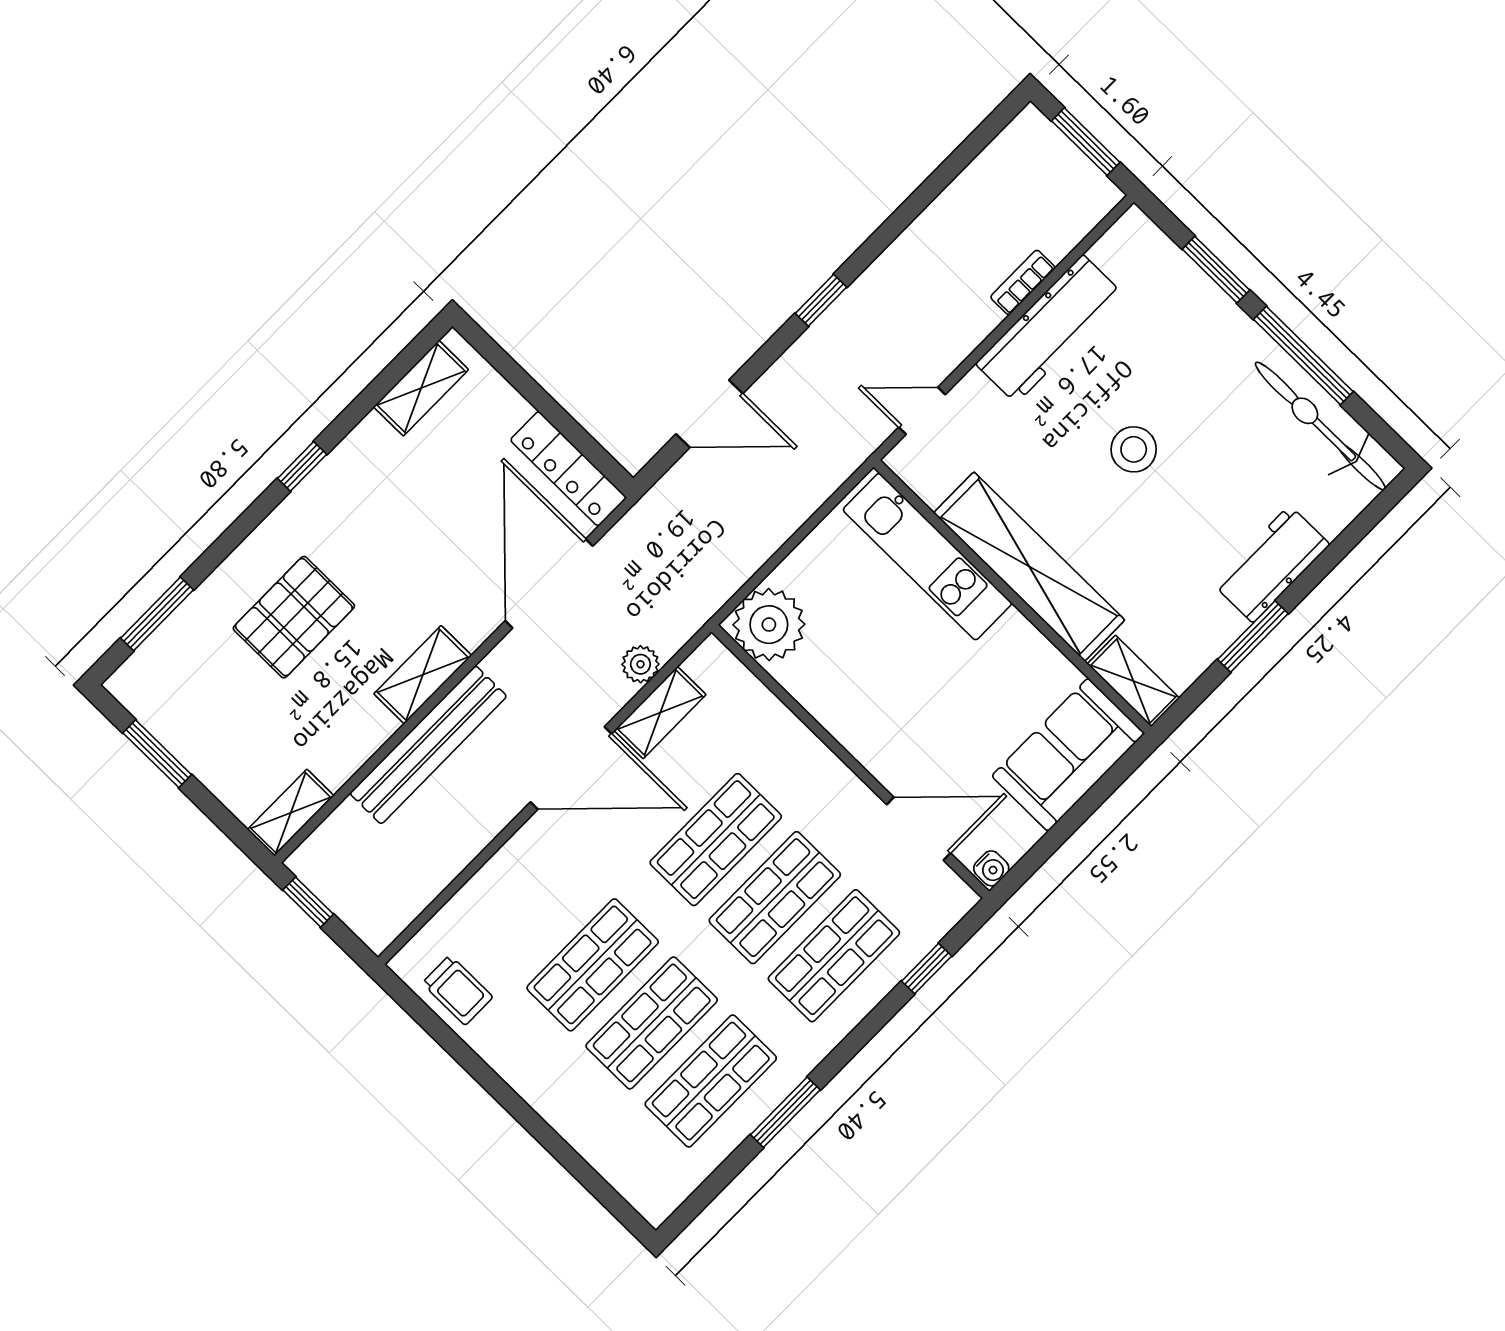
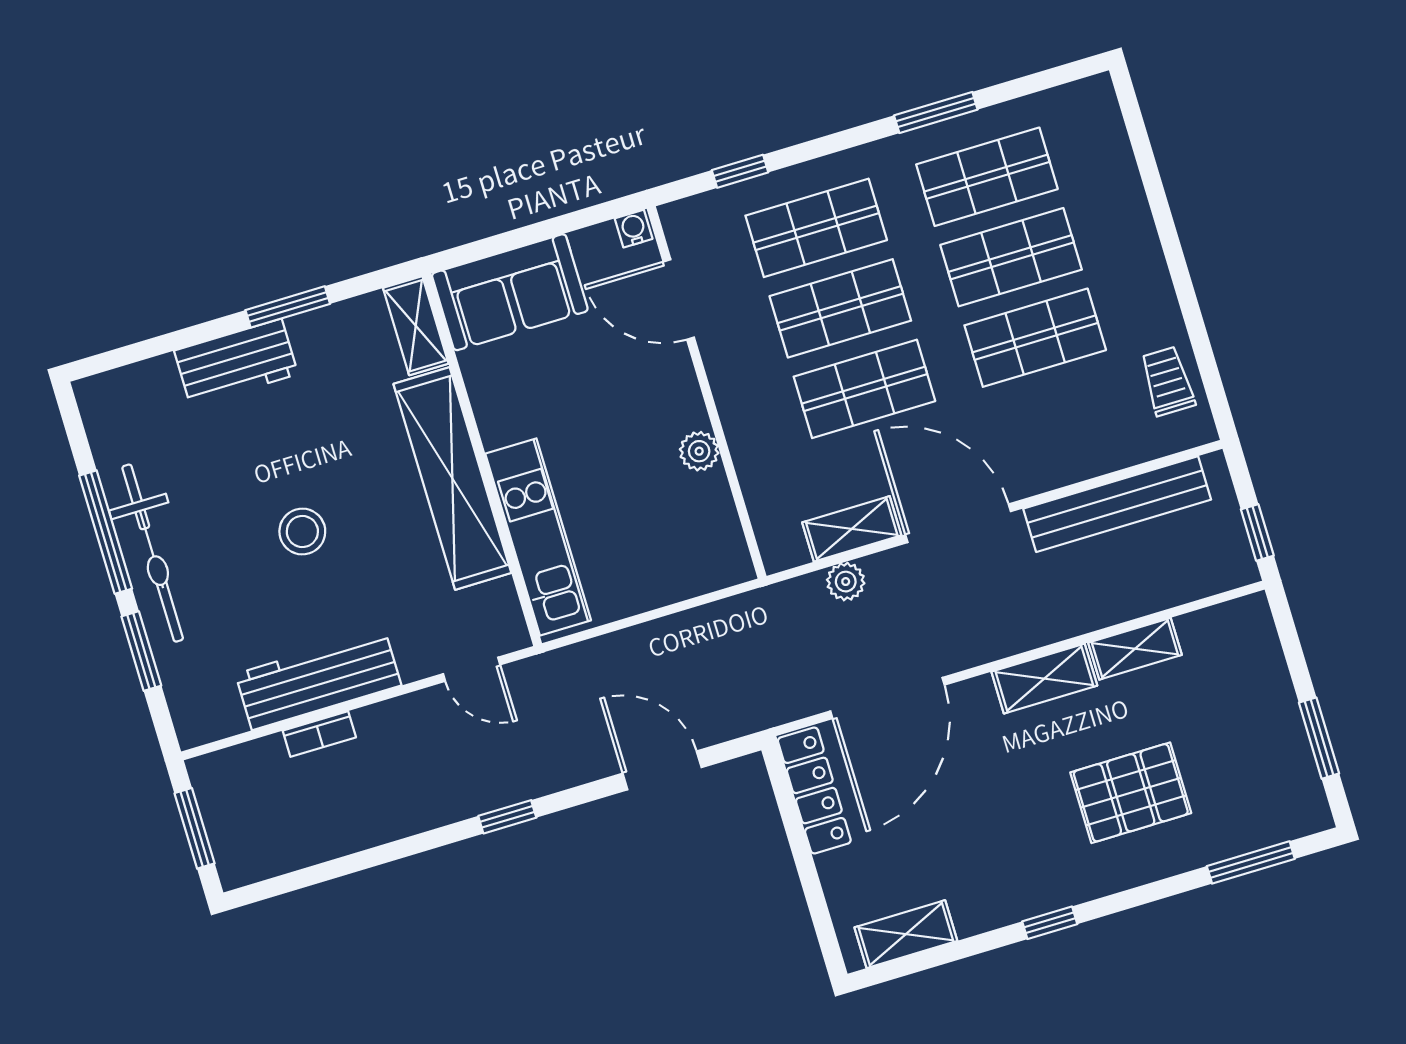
bicycle: (1320, 426) -> (153, 553), moved
plant: (769, 625) -> (699, 451), moved, width x0.53, depth x0.53
bench: (428, 745) -> (1117, 504), moved
shelving: (291, 813) -> (1135, 649), moved

